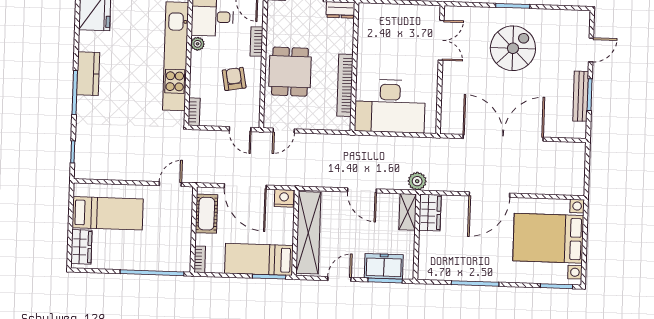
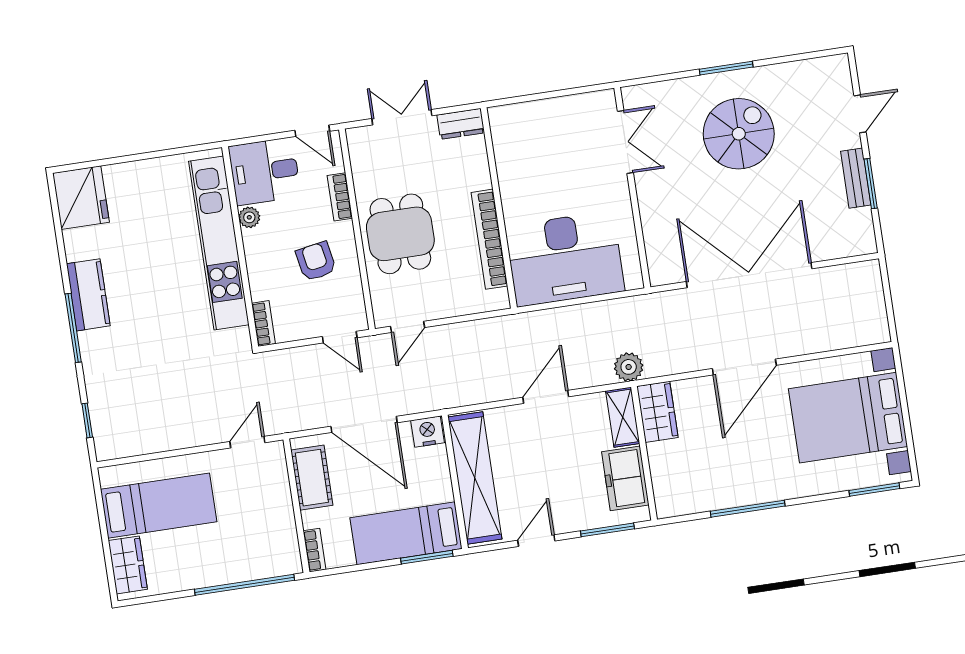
bench: (581, 96) -> (856, 178), width x0.73
door: (362, 190) -> (546, 397), swing flipped
freezer: (384, 266) -> (625, 478), moved, turned -90

